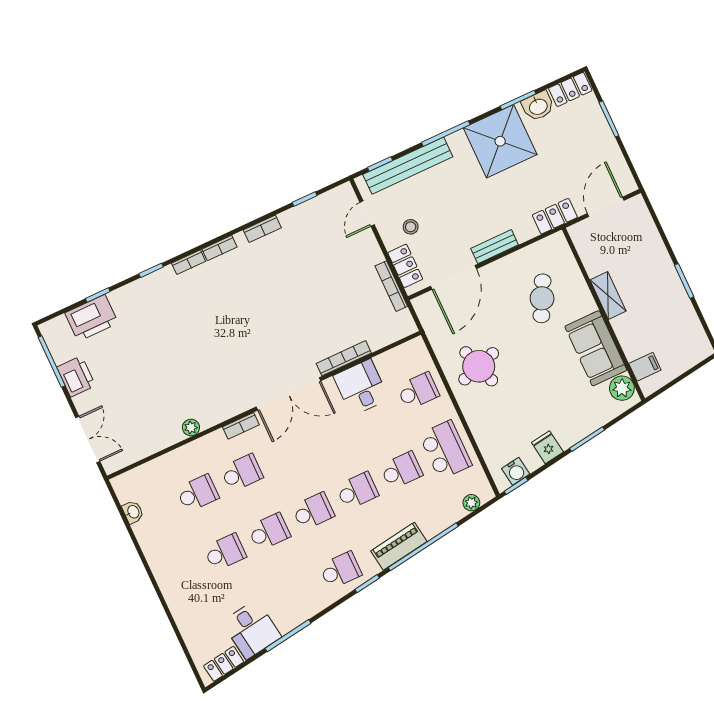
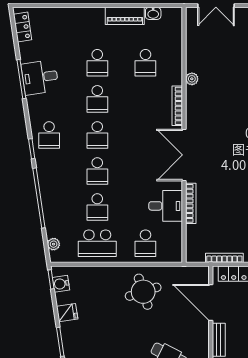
bookcase: (241, 426) -> (177, 106), width x1.56
school desk: (242, 473) -> (145, 99), removed
piano: (399, 546) -> (125, 16), moved, turned 98
desk: (252, 629) -> (40, 77), moved

